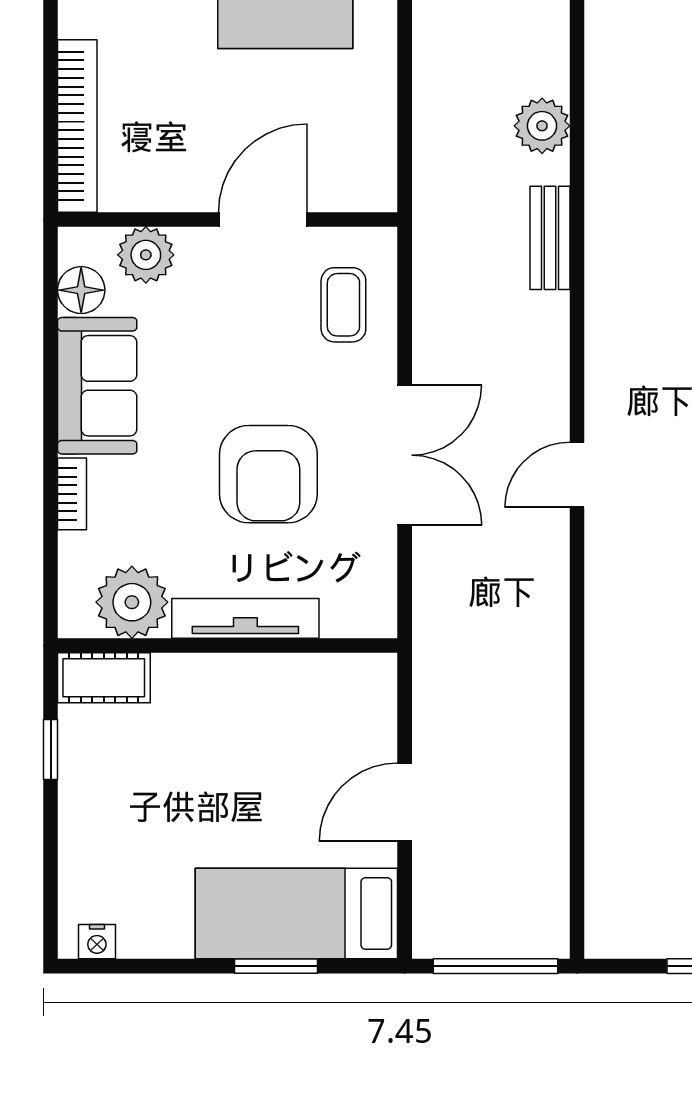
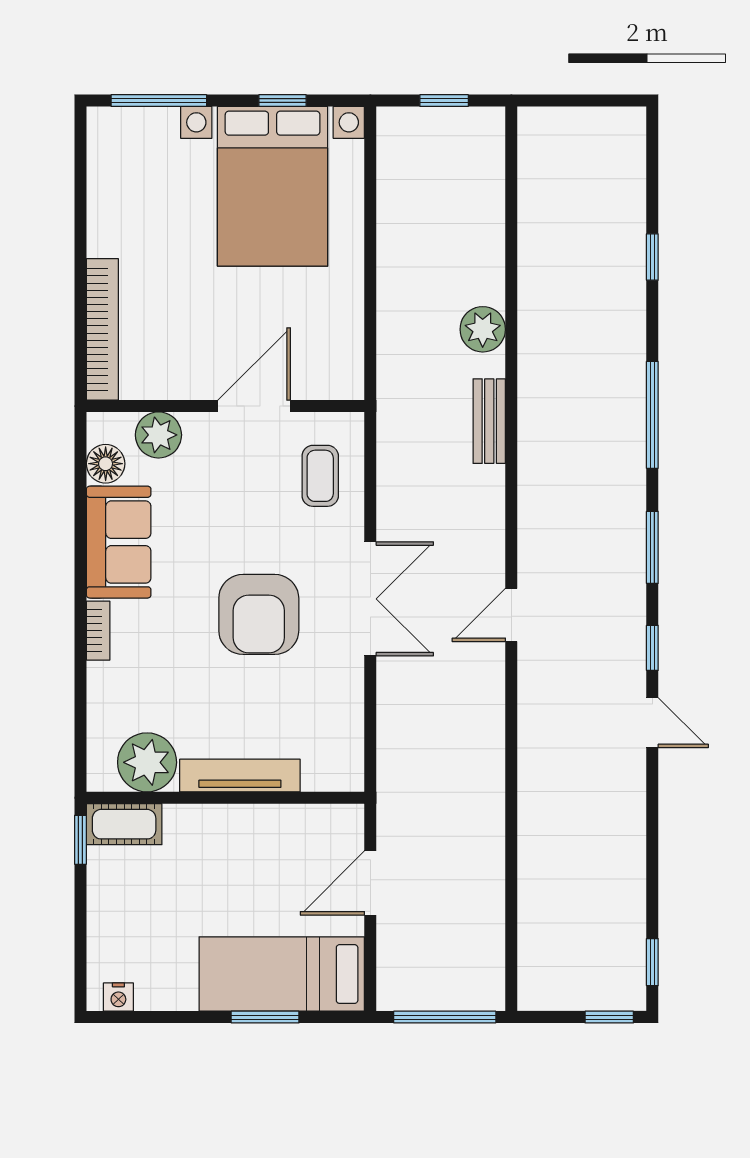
plant: (132, 602) -> (147, 762), moved
tv unit: (245, 618) -> (240, 776), moved
wall: (228, 645) -> (225, 798), moved
cot: (104, 678) -> (124, 824), moved

